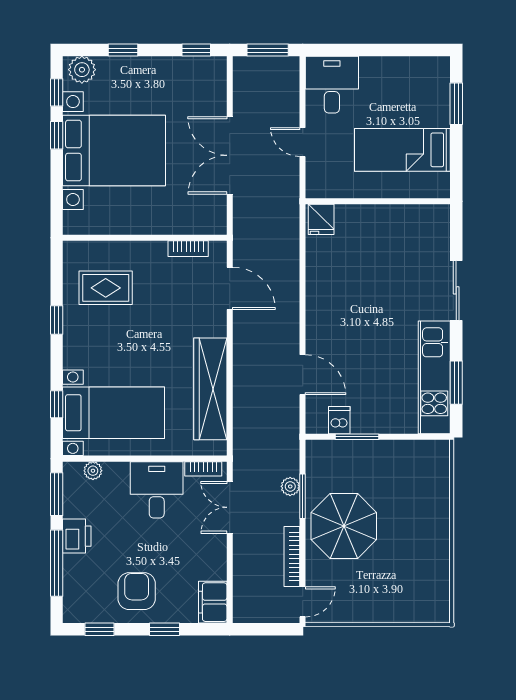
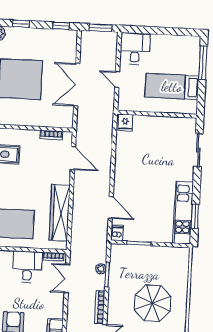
window: (456, 104) -> (203, 63), width x1.44
sliding door: (456, 290) -> (198, 150), moved
dishwasher: (339, 420) -> (117, 233), moved
parasol: (344, 526) -> (153, 303), moved

